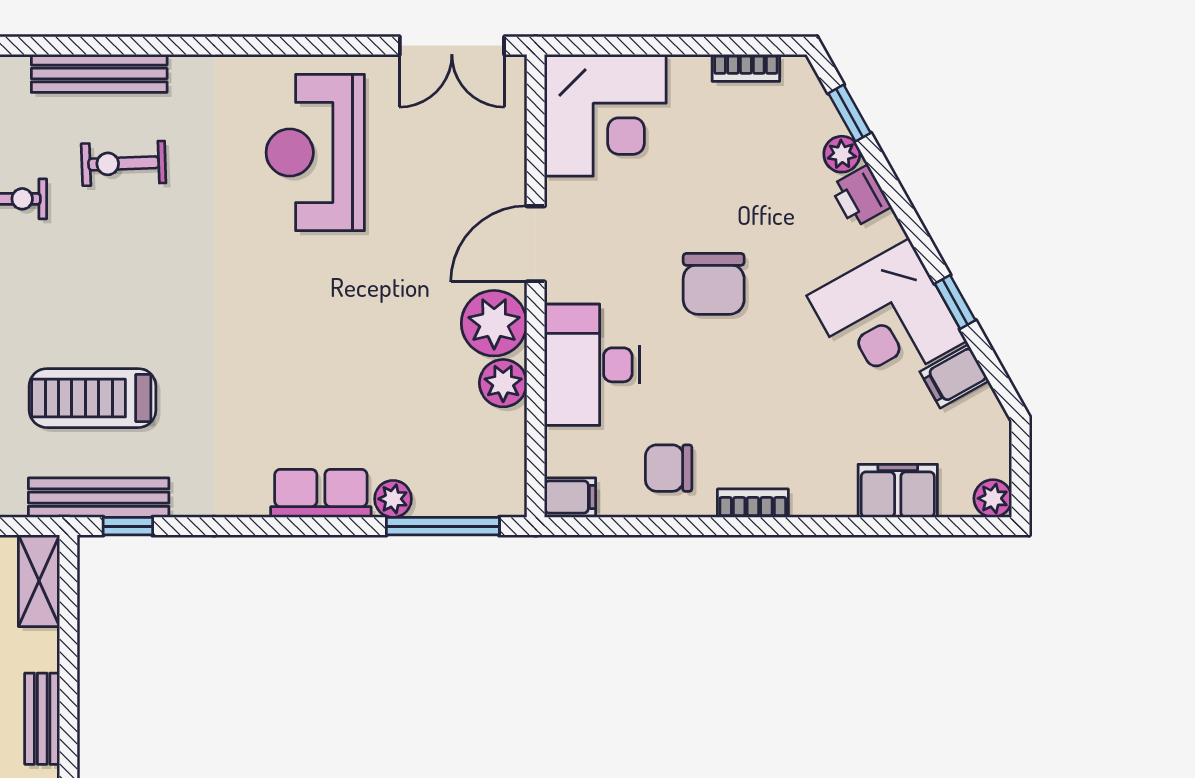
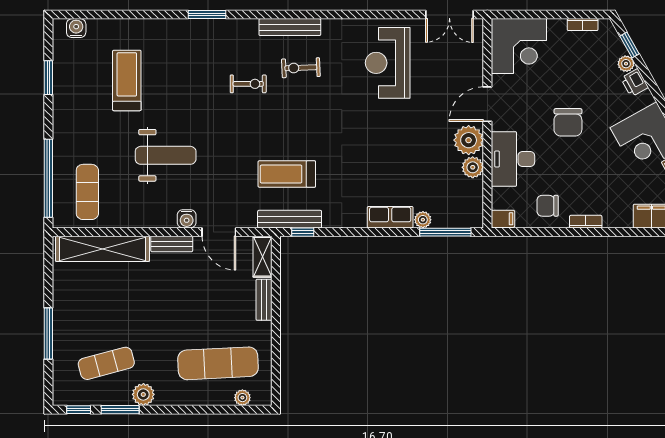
bench: (42, 719) -> (264, 300), moved

